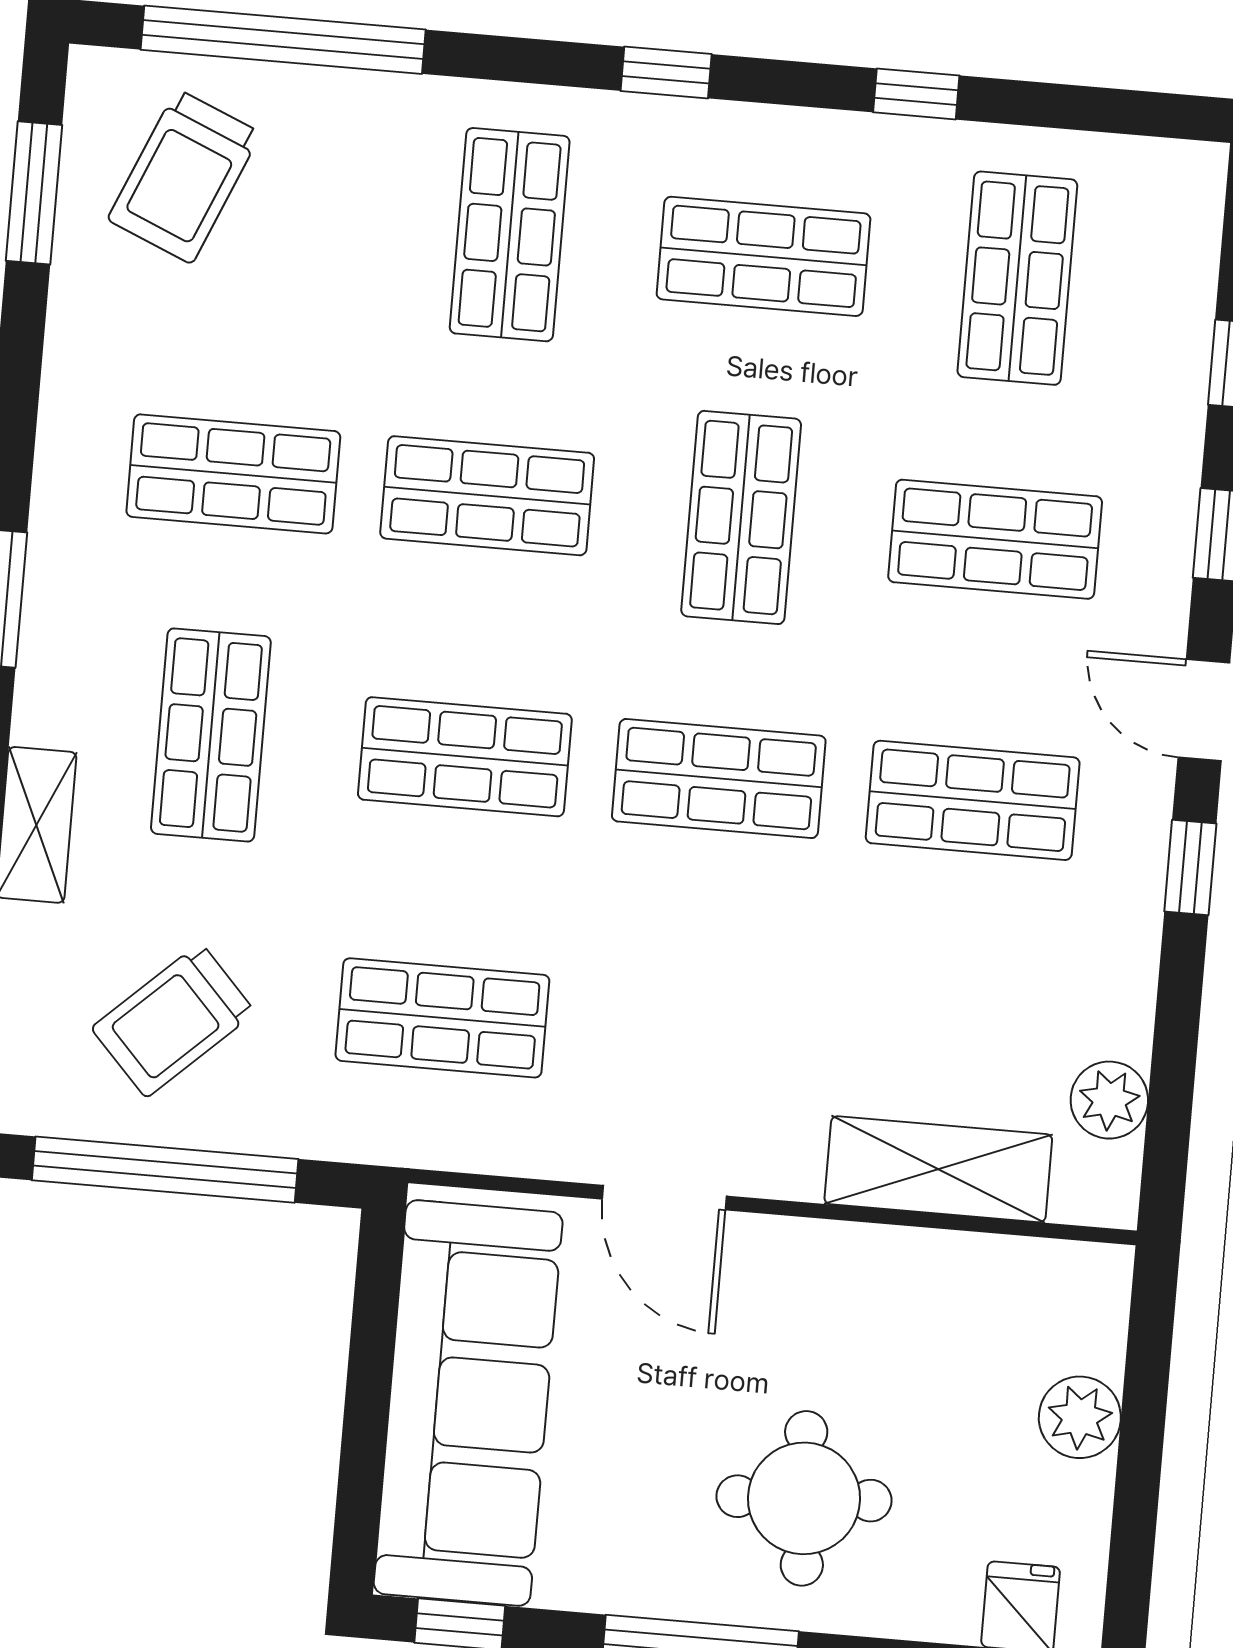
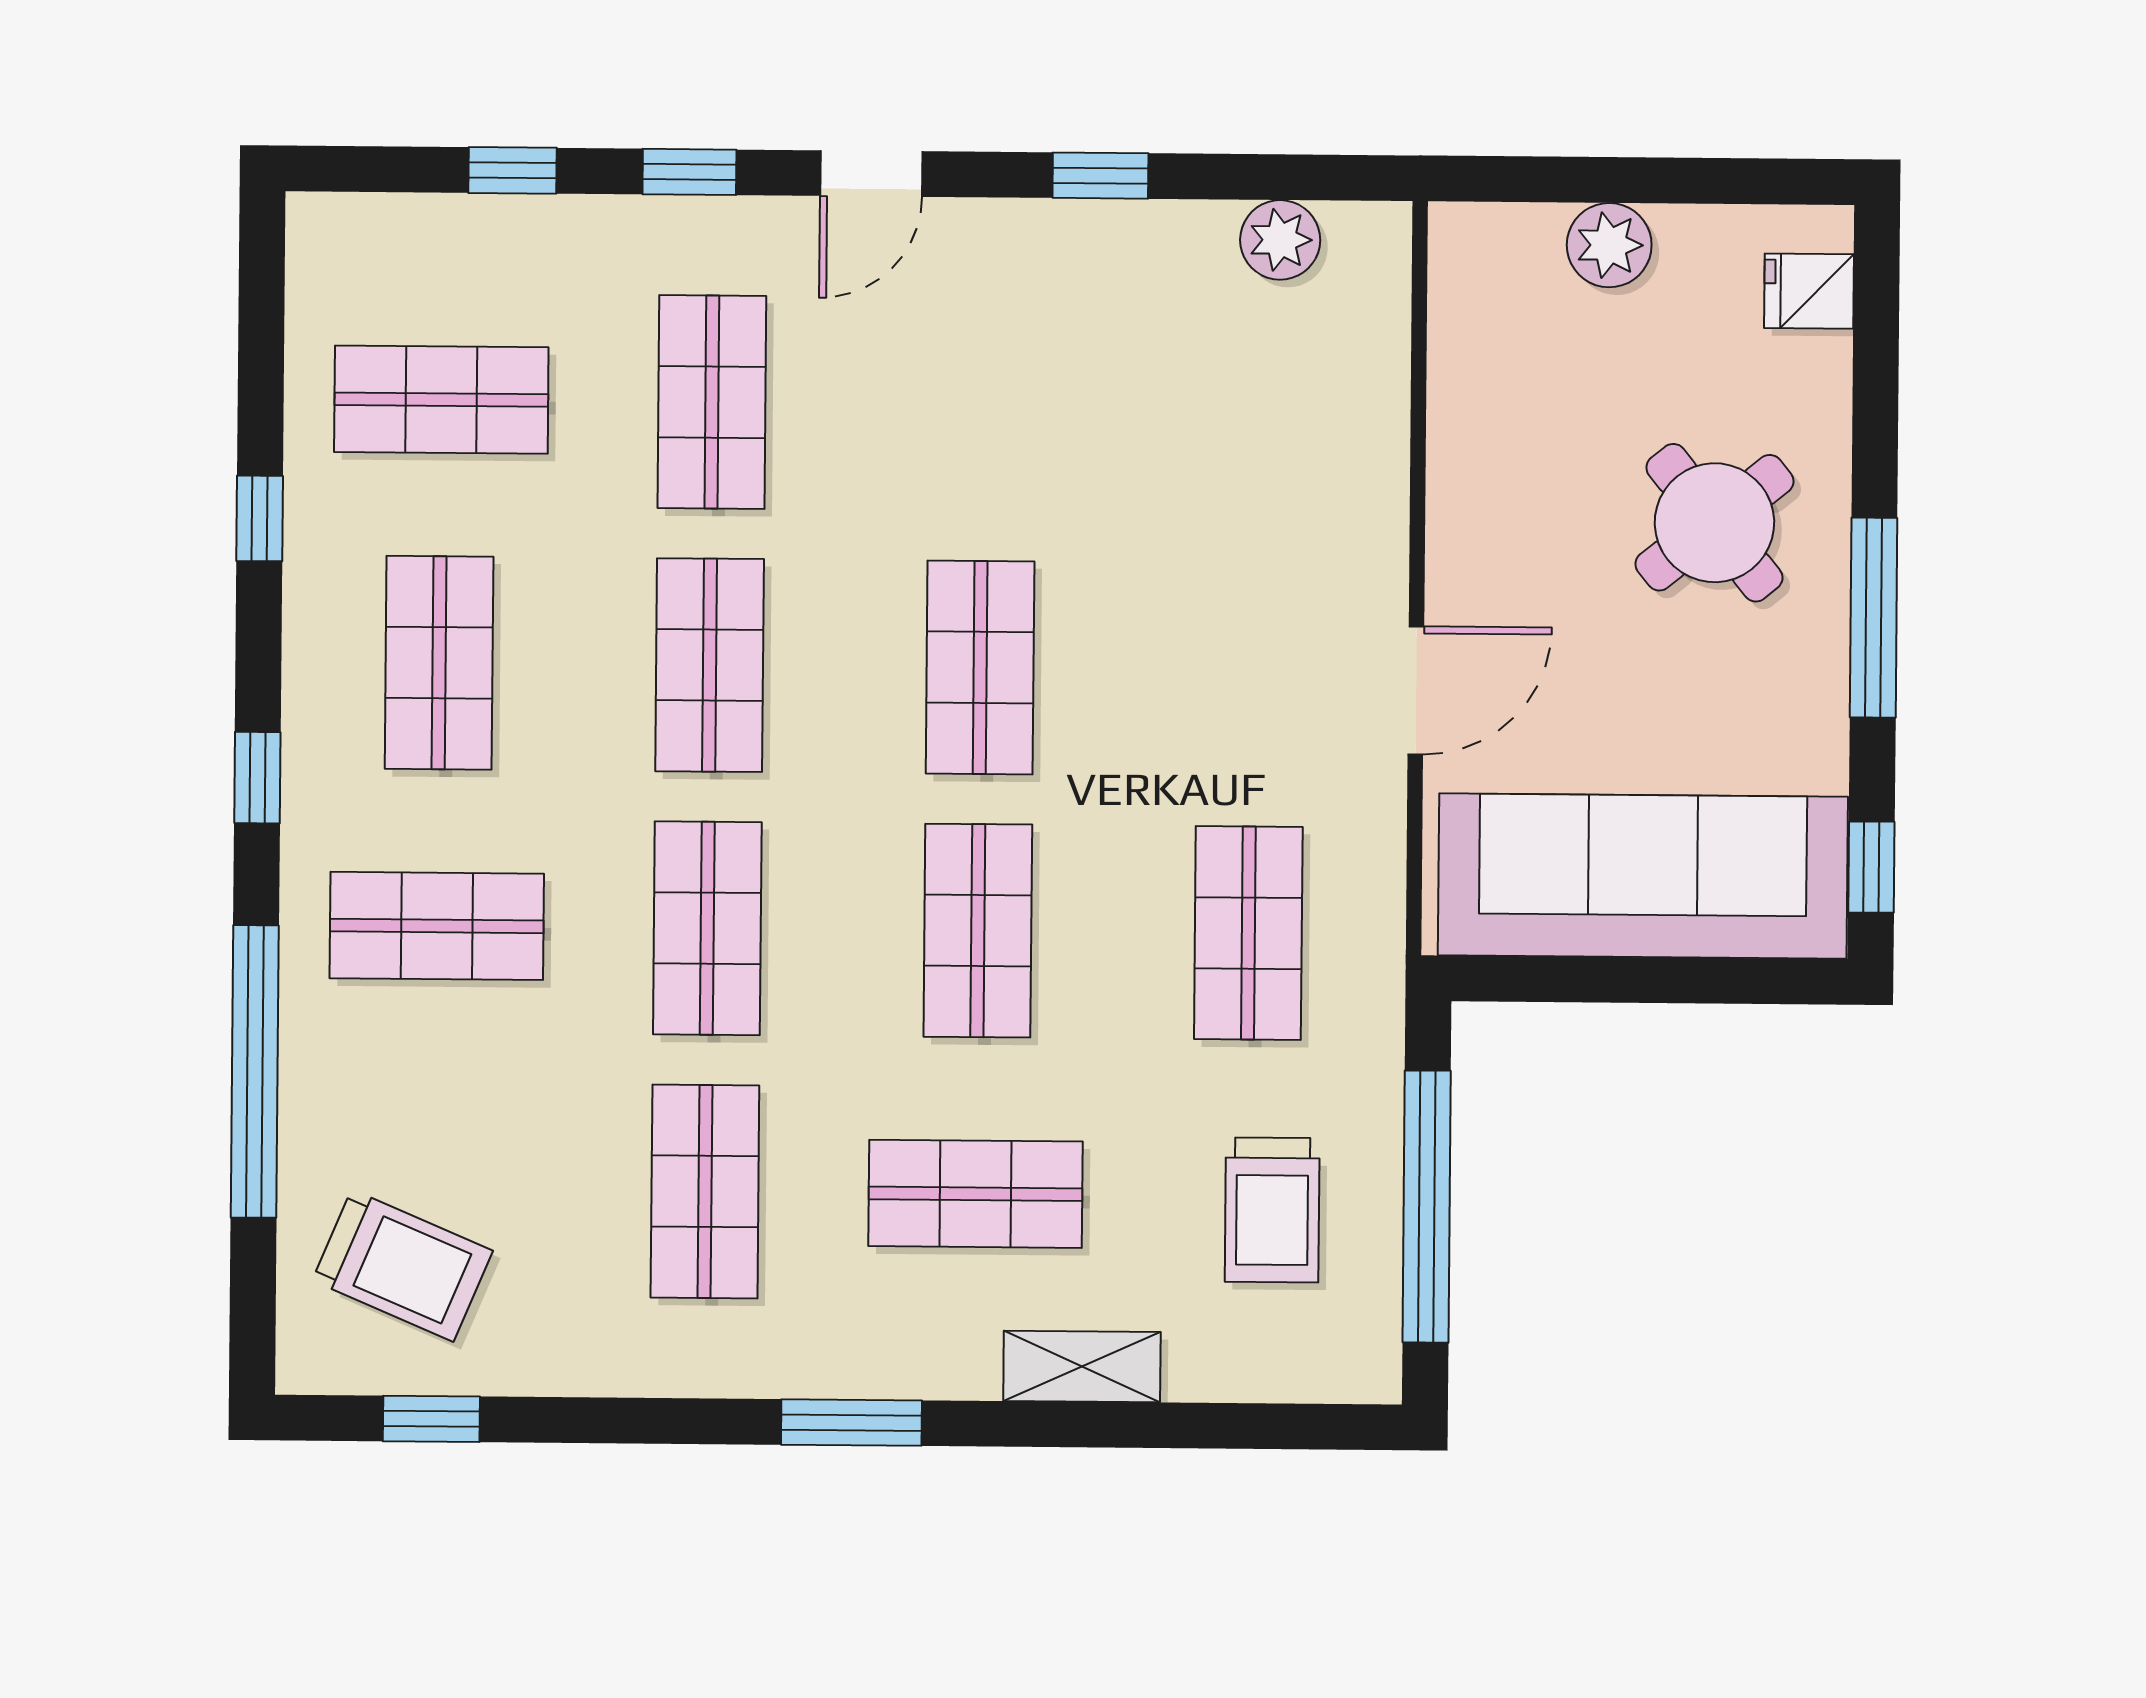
window: (283, 40) -> (255, 1071), moved
window: (34, 193) -> (431, 1419), width x0.67
shop shelf: (741, 517) -> (710, 665), turned 90
shop shelf: (973, 800) -> (982, 404), removed
window: (1190, 868) -> (1100, 176), moved
trolley: (173, 1020) -> (1272, 1210), turned 43
shelving: (938, 1169) -> (1365, 411), removed
round table: (804, 1498) -> (1714, 523), turned -36

